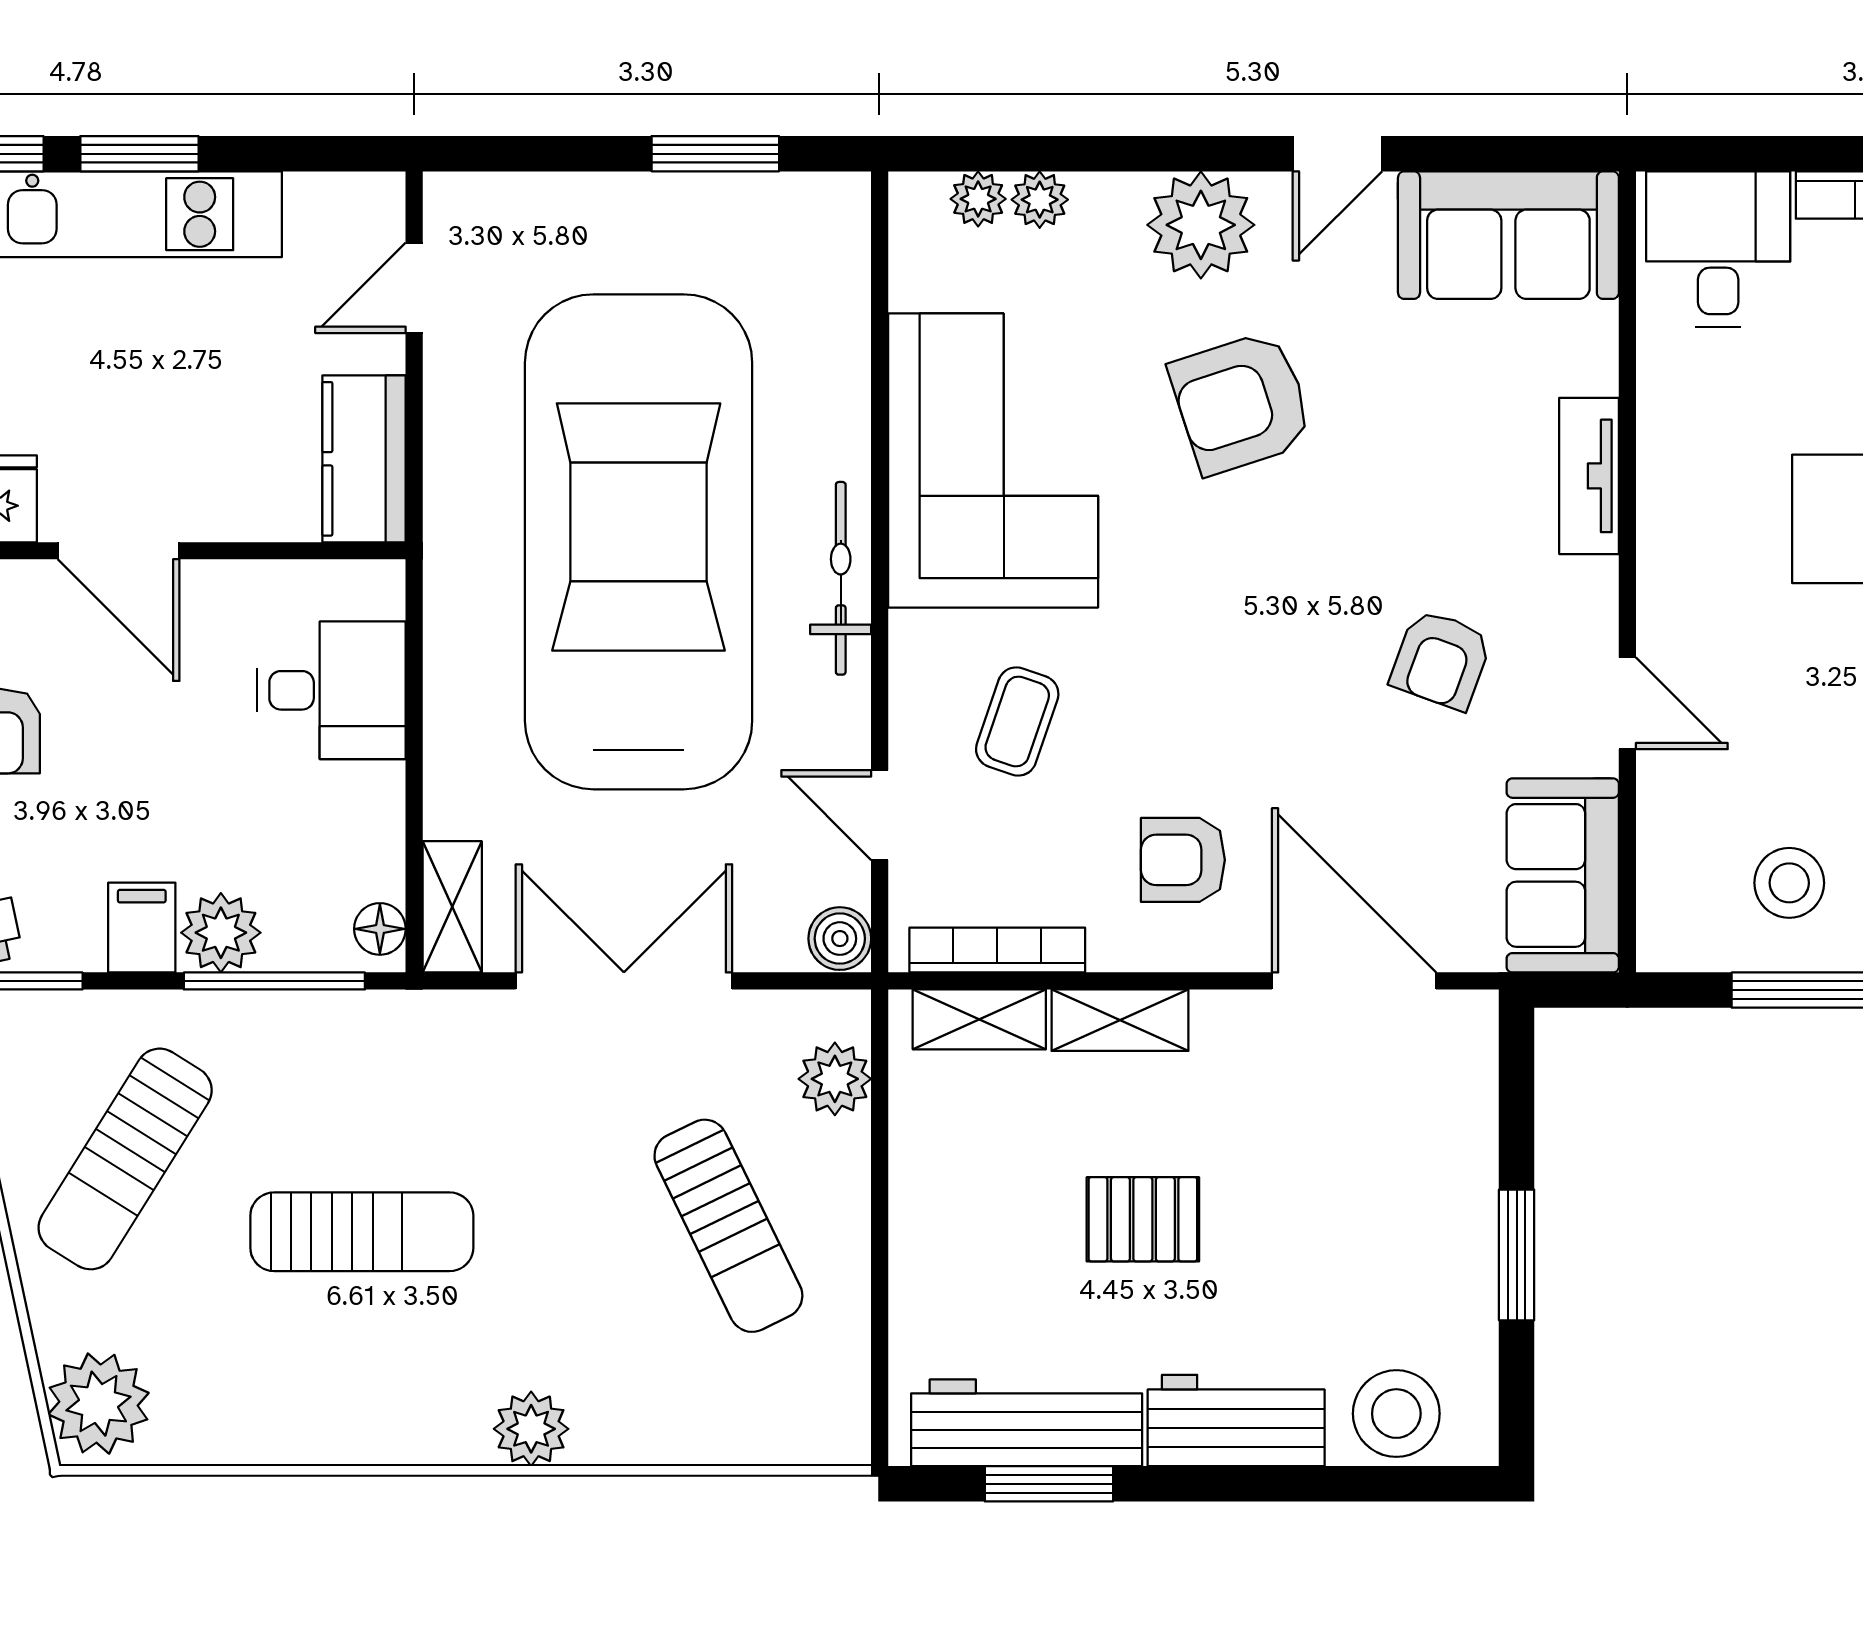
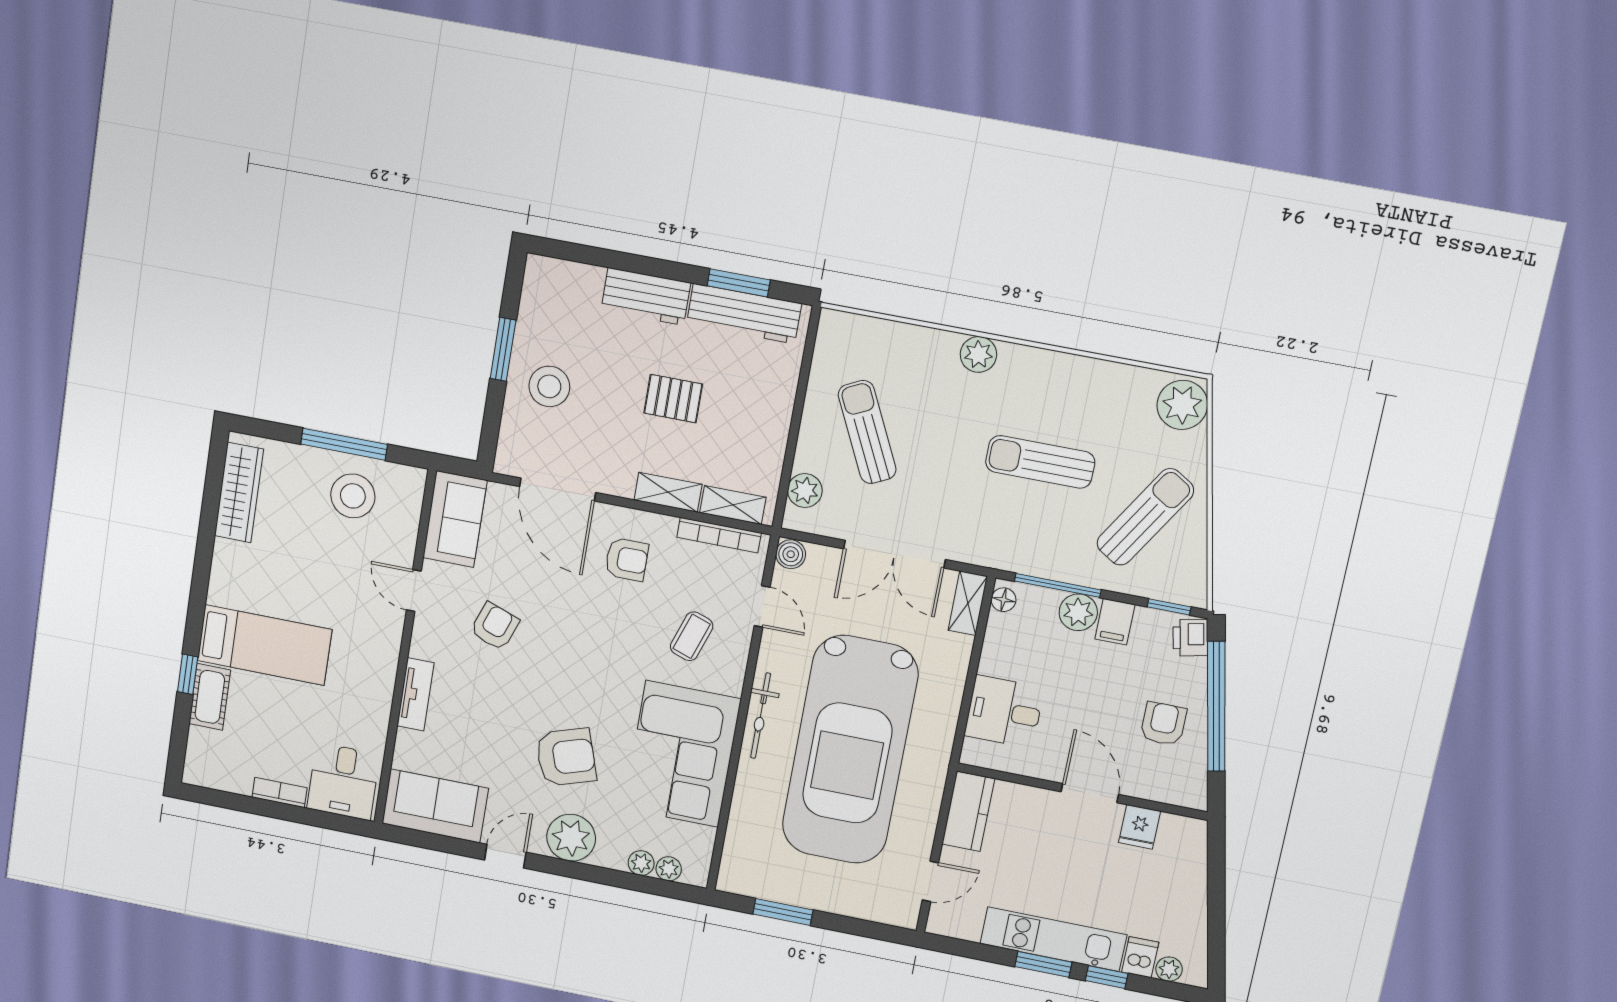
stool: (1789, 883) -> (353, 496), width x1.38, depth x1.38
stool: (1396, 1414) -> (549, 386), moved

